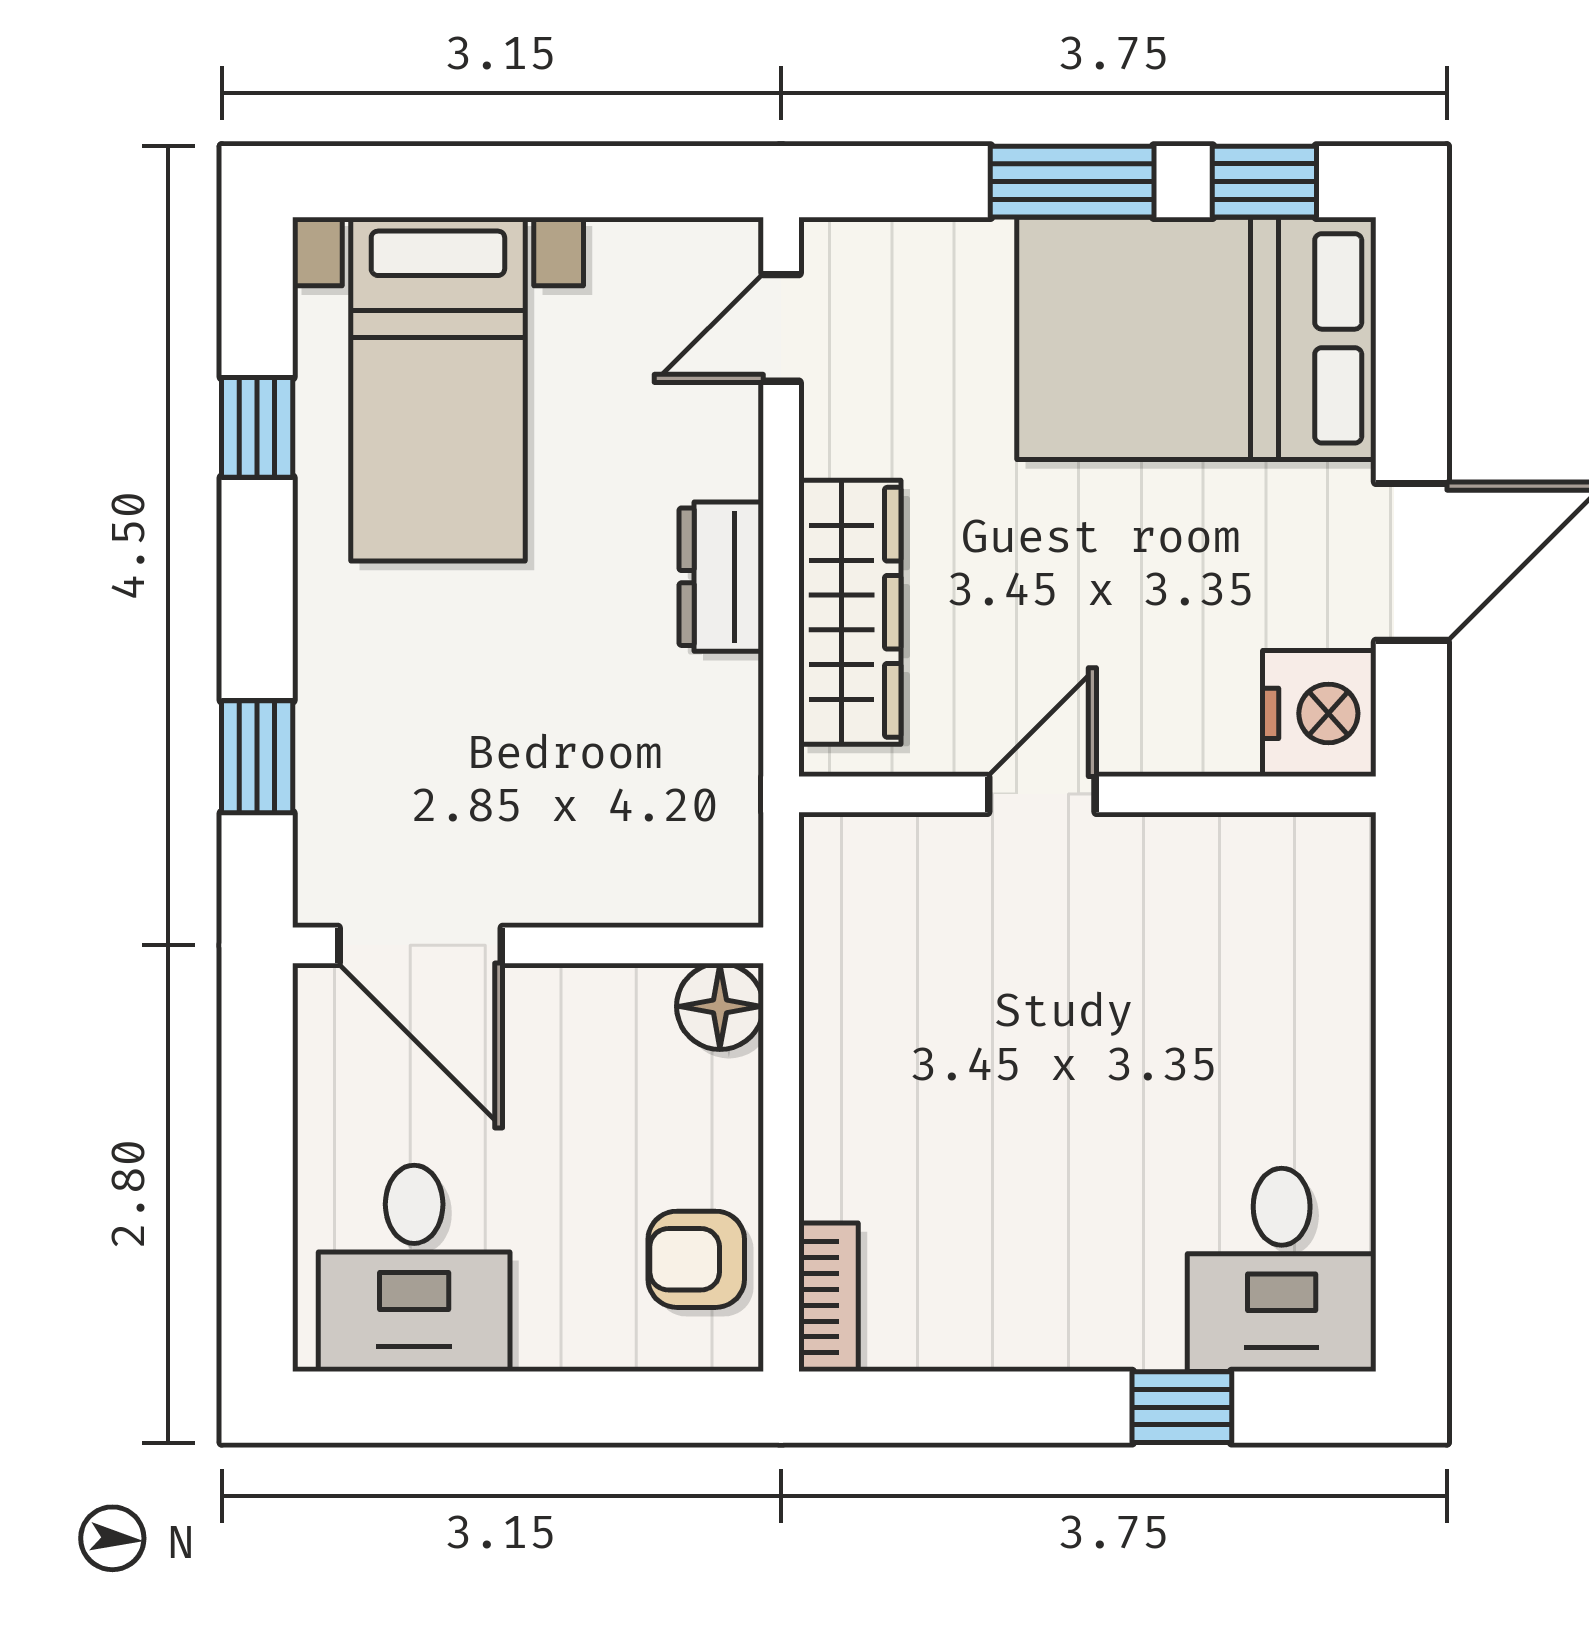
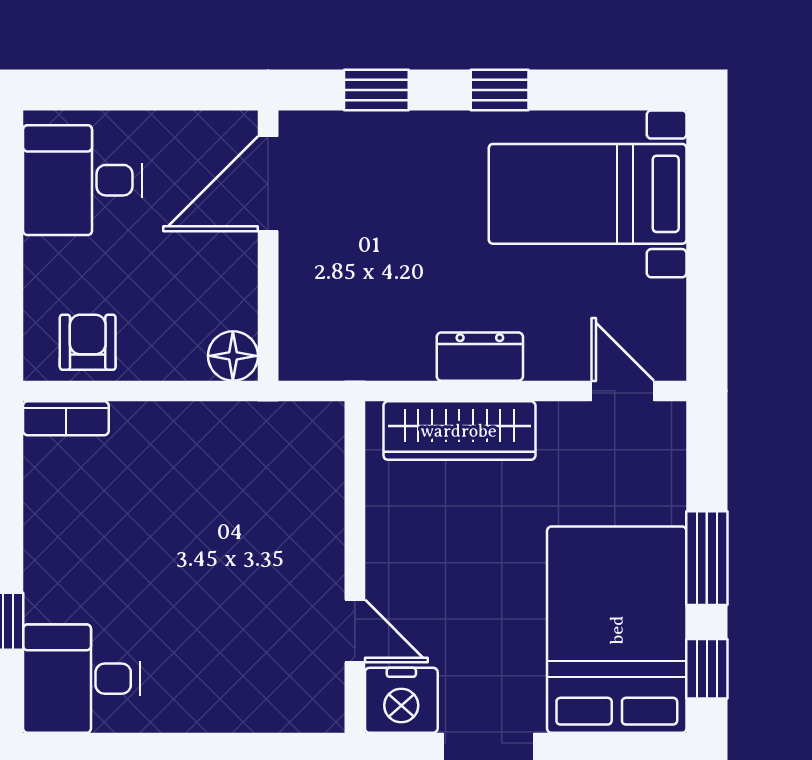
window: (257, 427) -> (500, 90), moved
door: (1042, 794) -> (355, 631), moved

